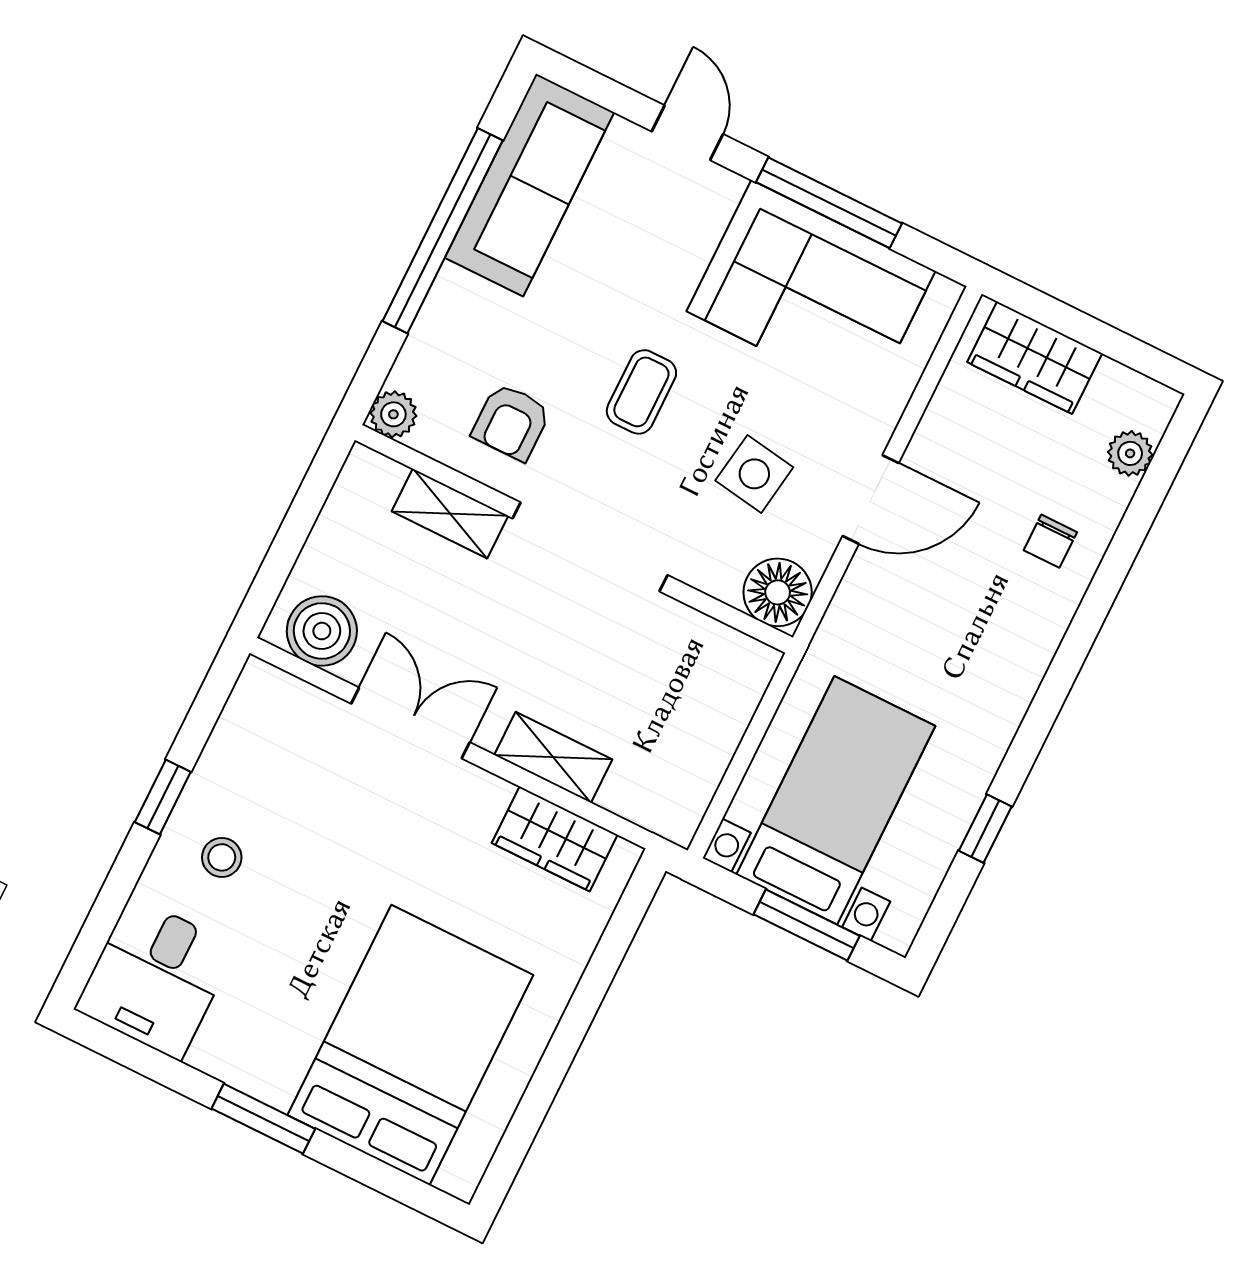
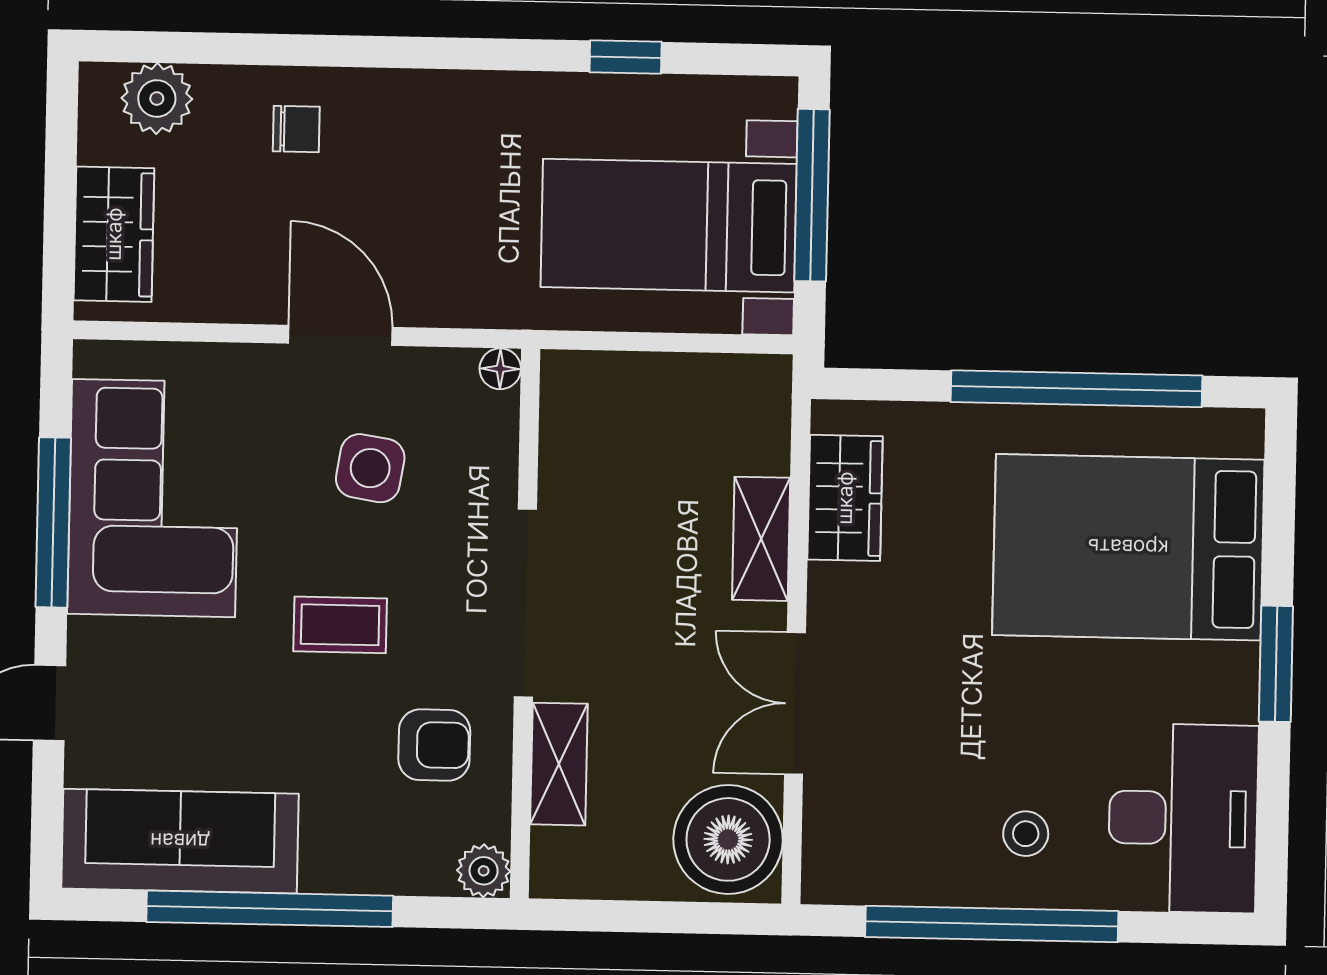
plant: (1130, 453) -> (157, 99), width x1.38, depth x1.38
floor lamp: (778, 592) -> (500, 369), width x0.53, depth x0.53
boiler: (322, 631) -> (728, 839), width x1.37, depth x1.37
window: (163, 797) -> (992, 924), width x3.17
window: (807, 925) -> (812, 195), width x1.44
desk: (156, 978) -> (1183, 818), width x1.37
window: (555, 1063) -> (1076, 389), added

